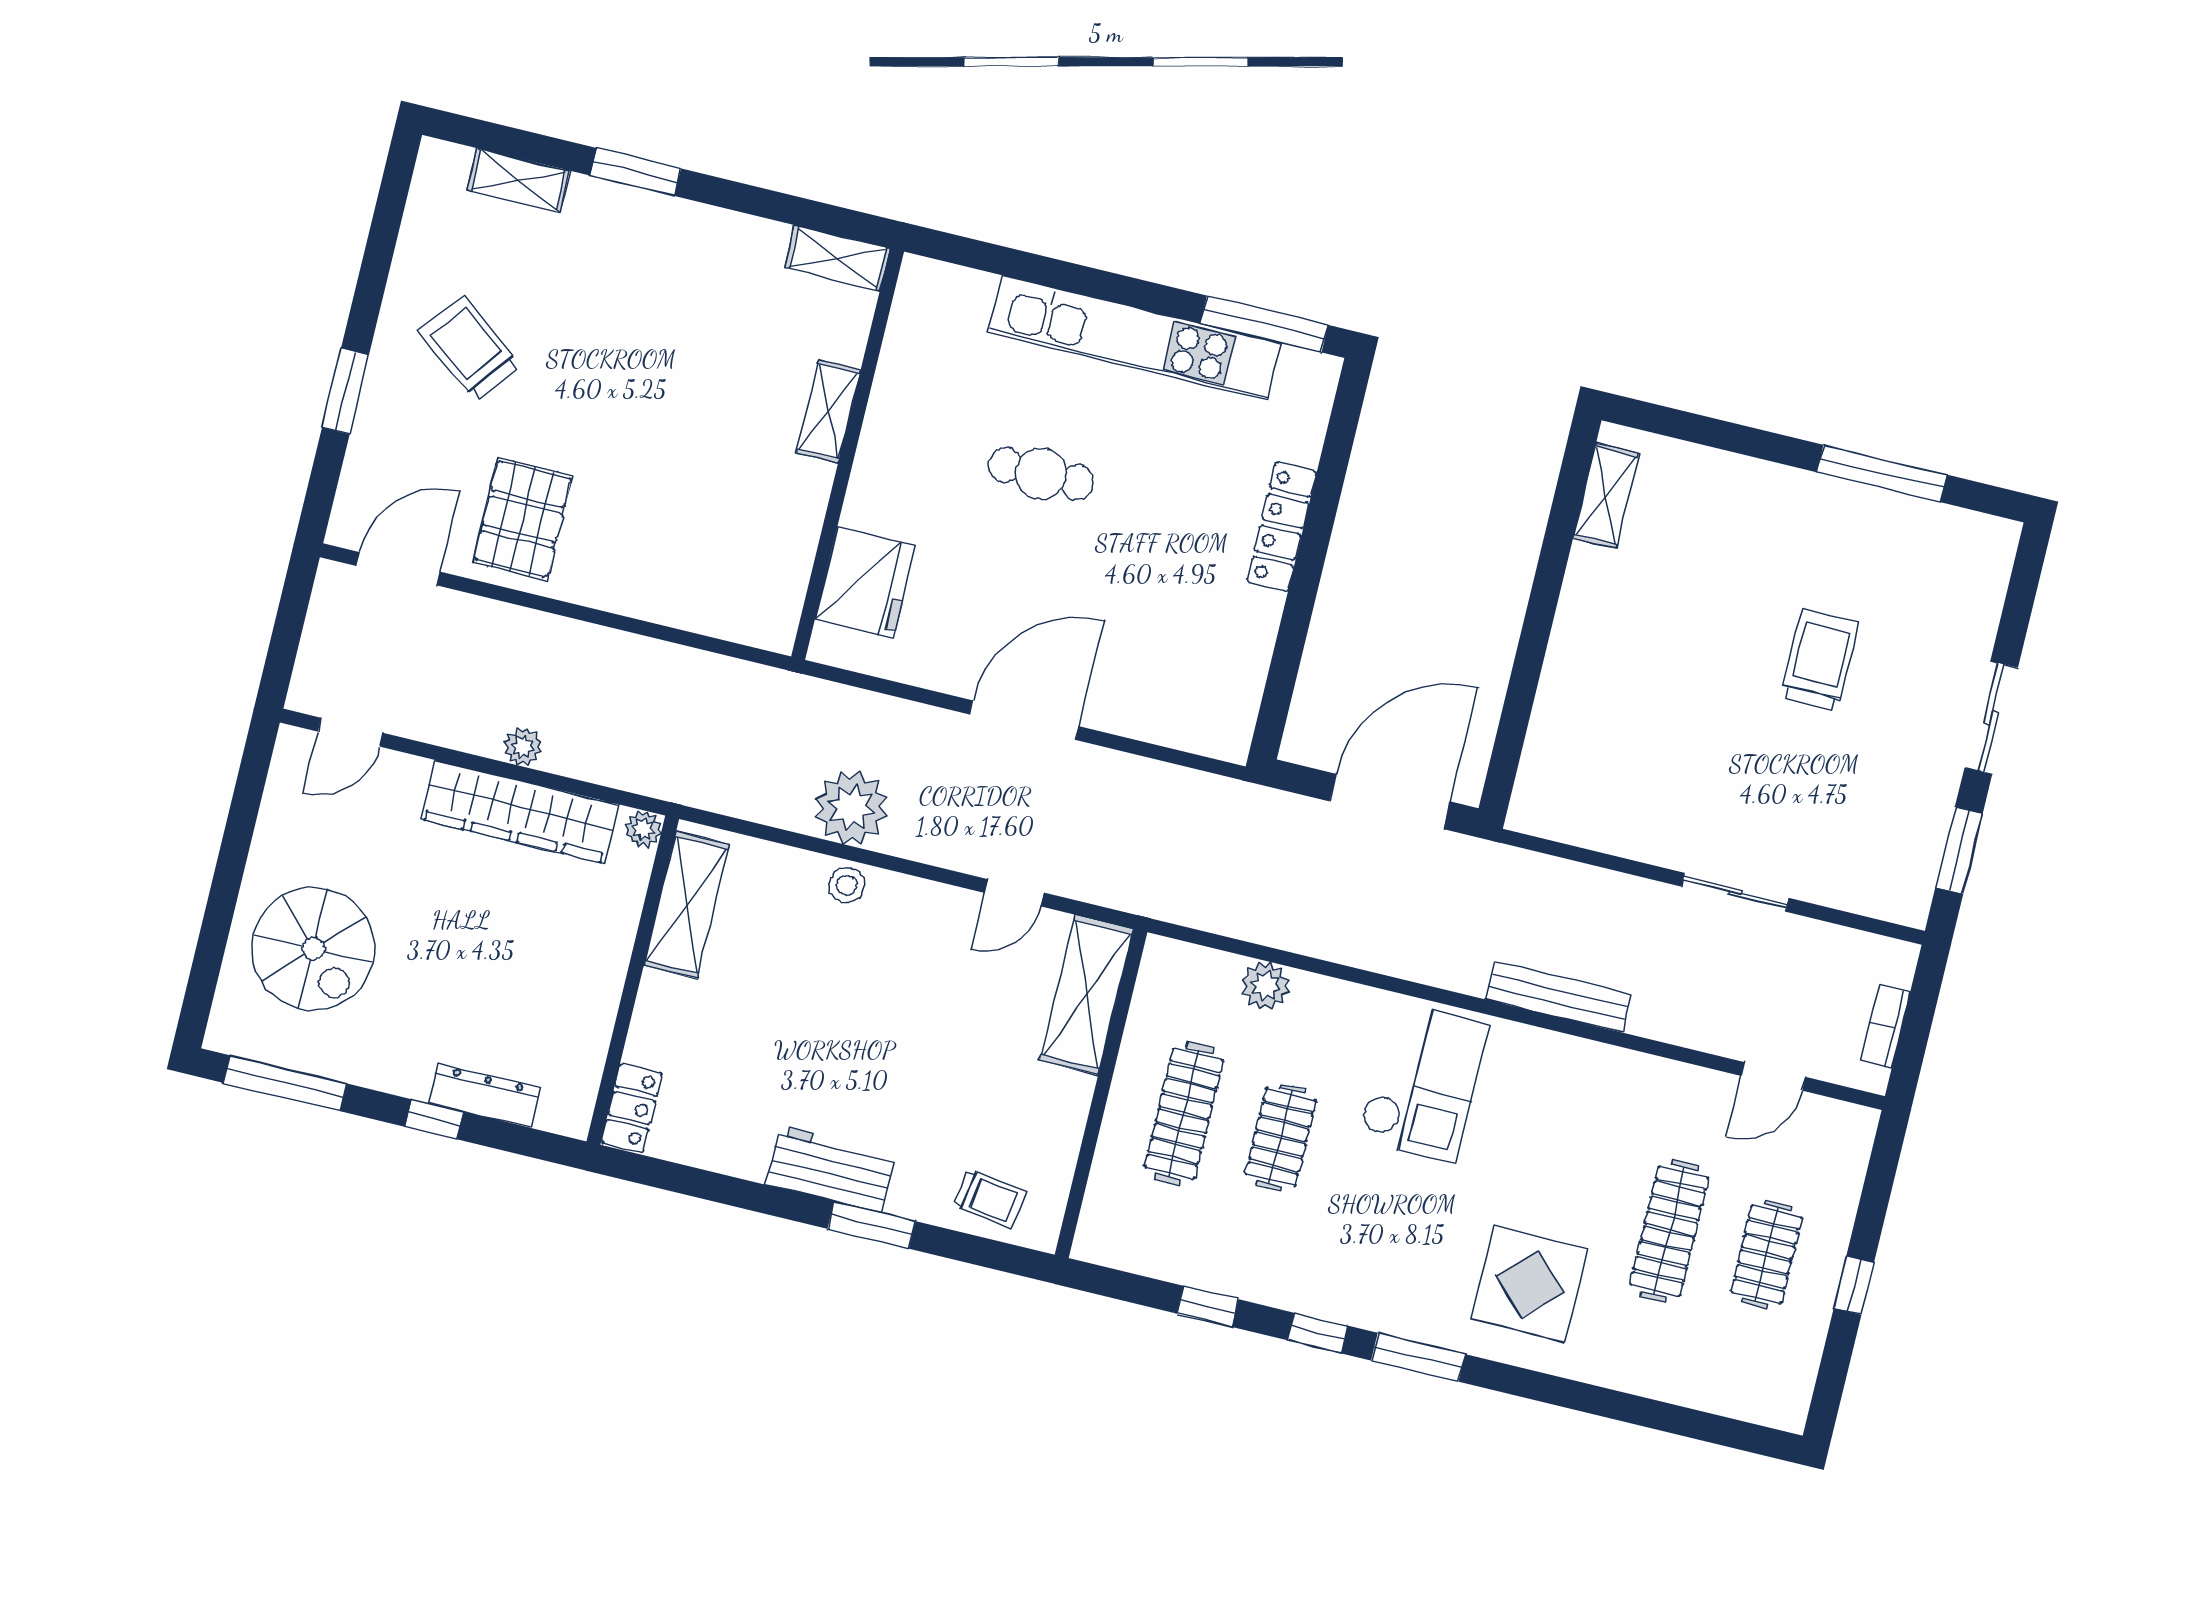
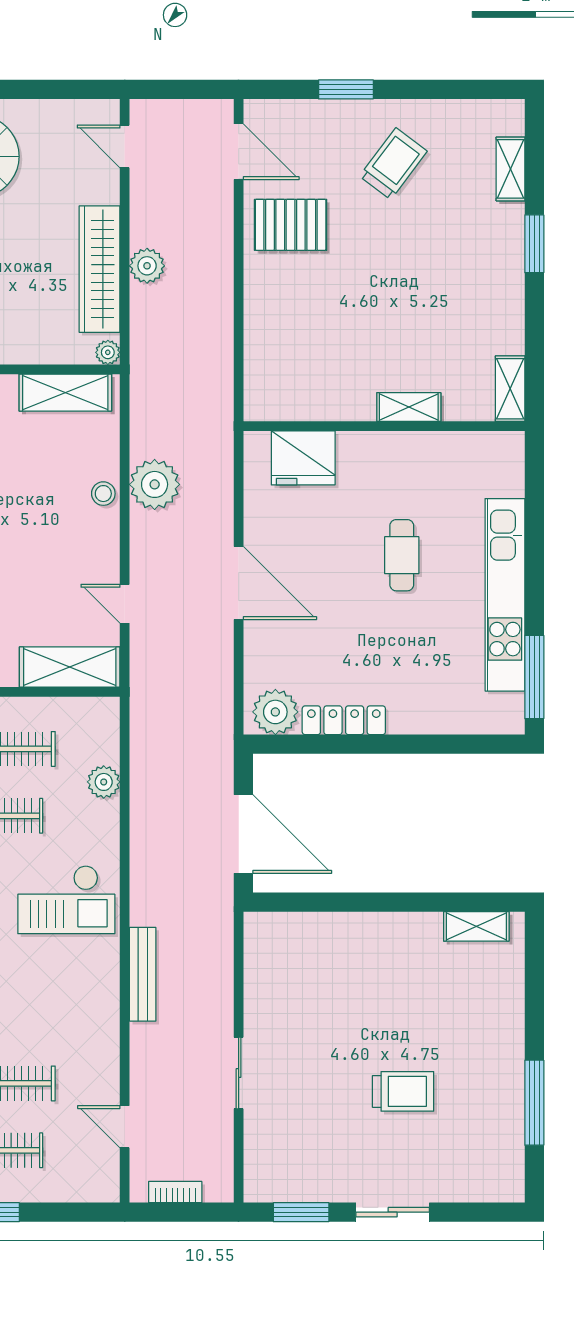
locker: (1282, 527) -> (344, 720), moved
plant: (1224, 712) -> (275, 712), added
plant: (523, 747) -> (147, 266), width x1.38, depth x1.38

